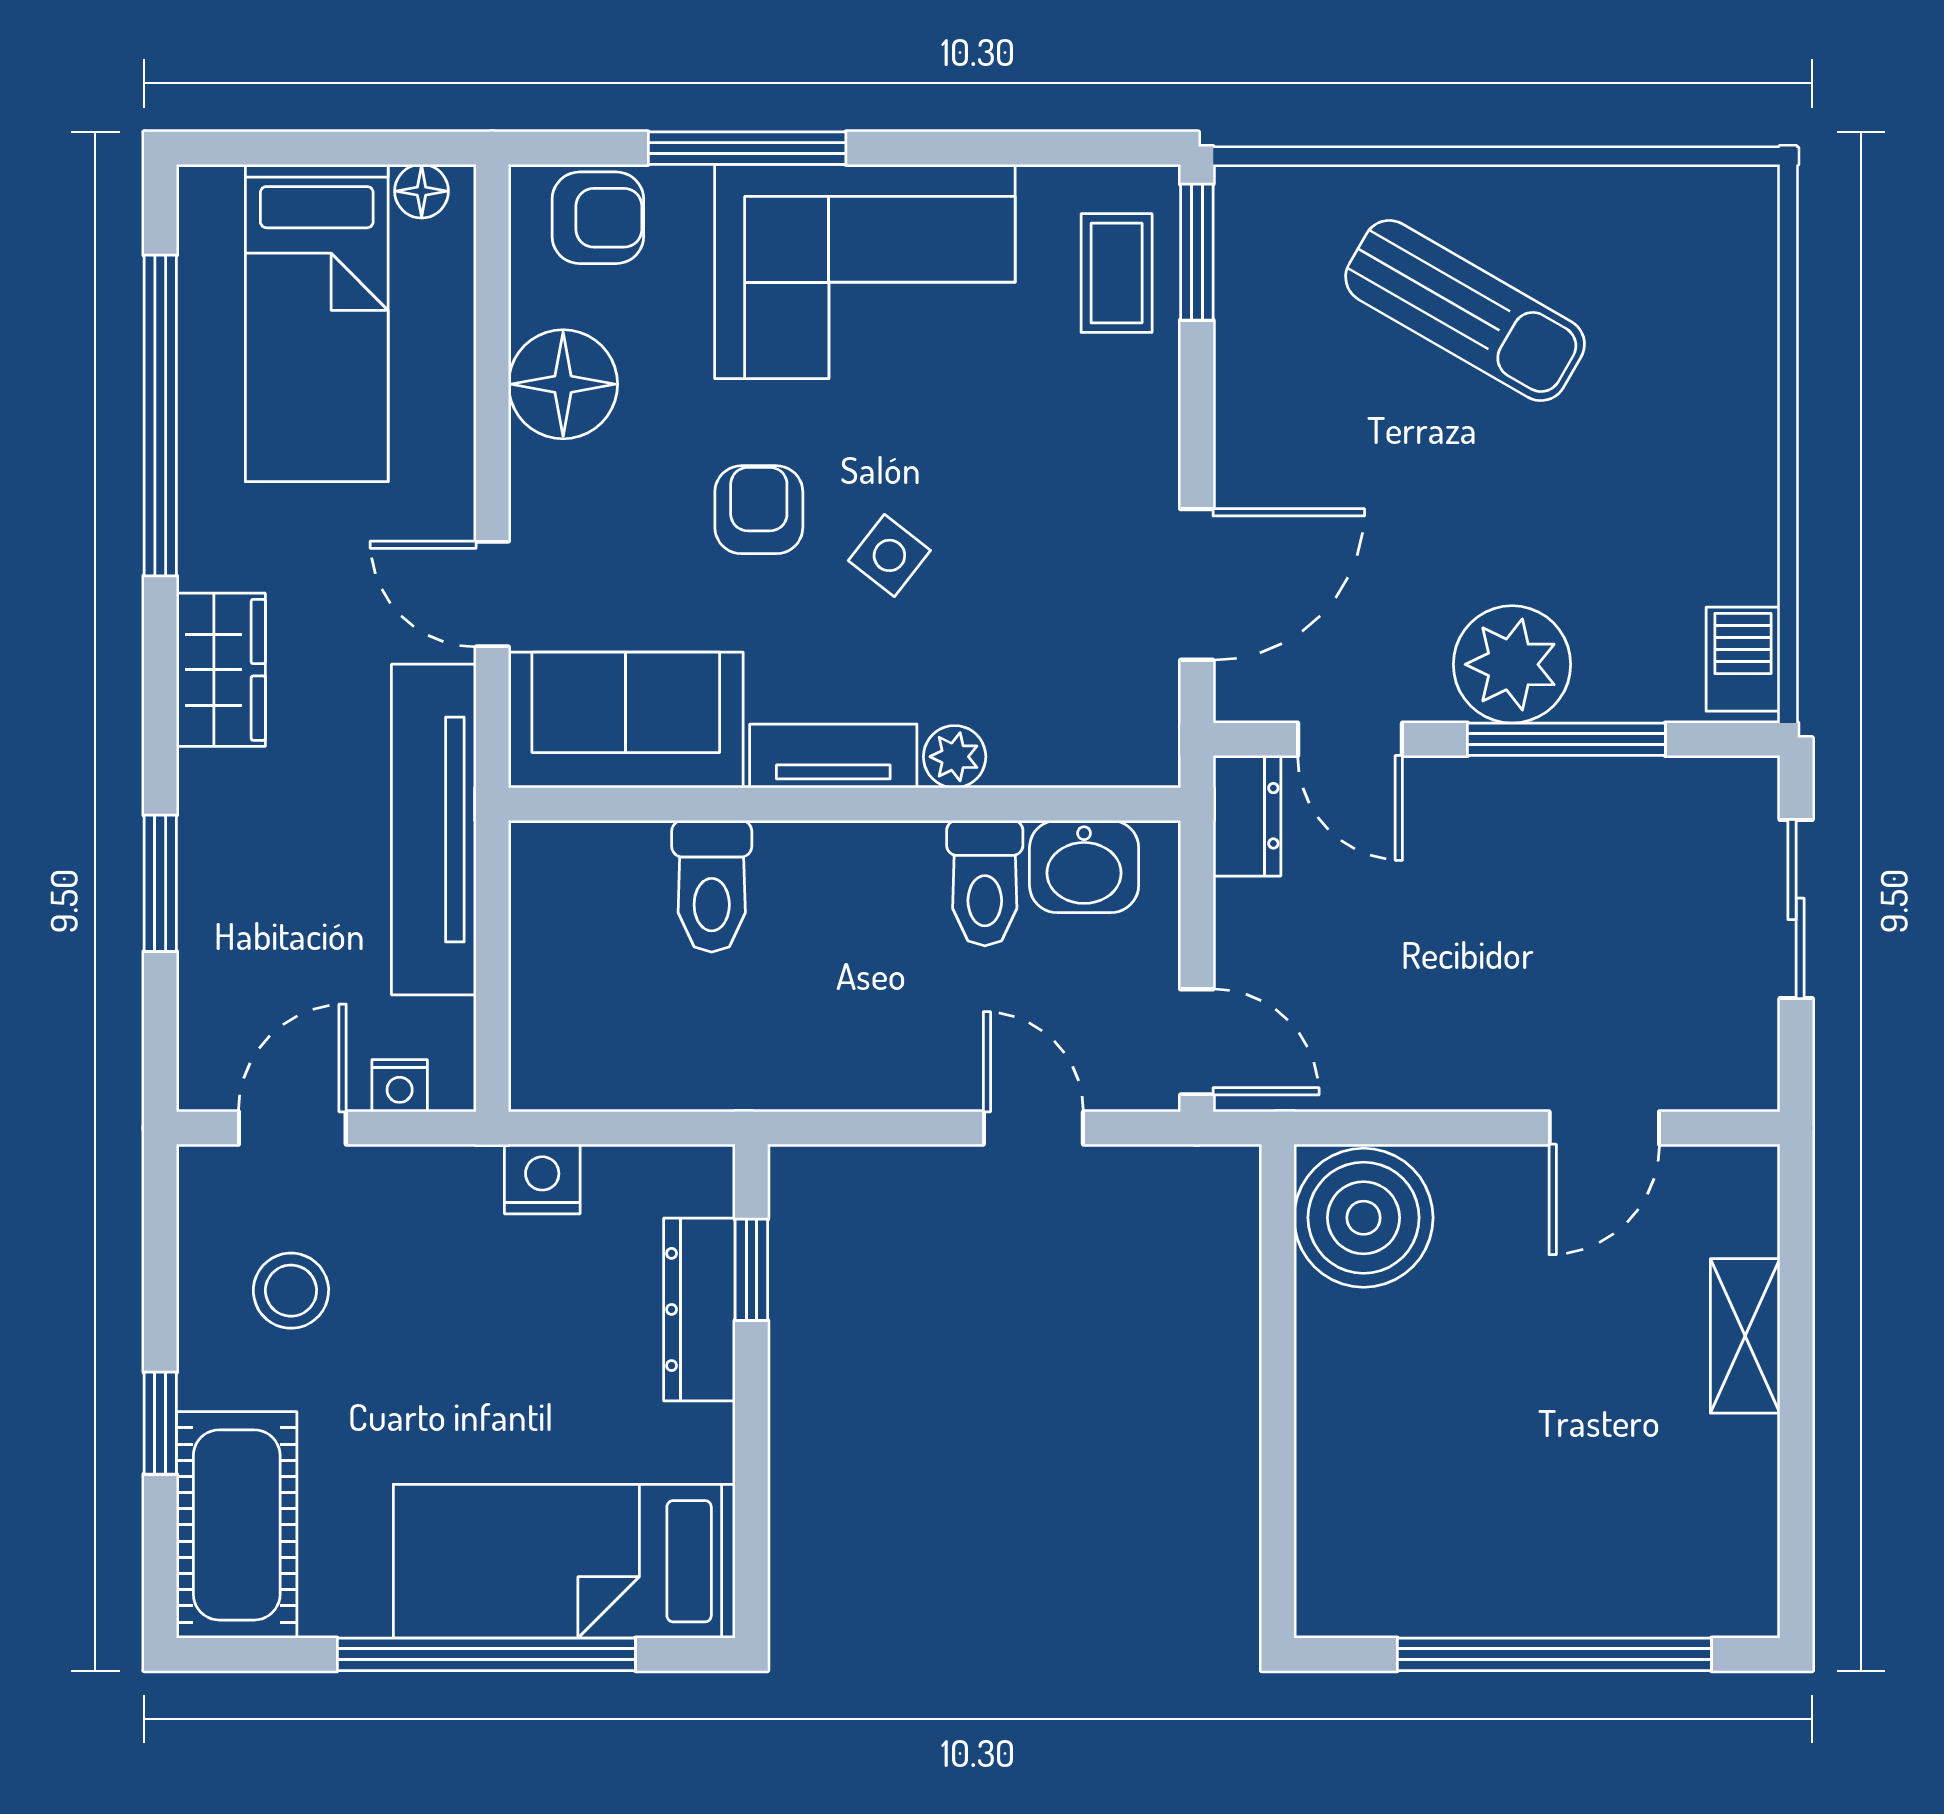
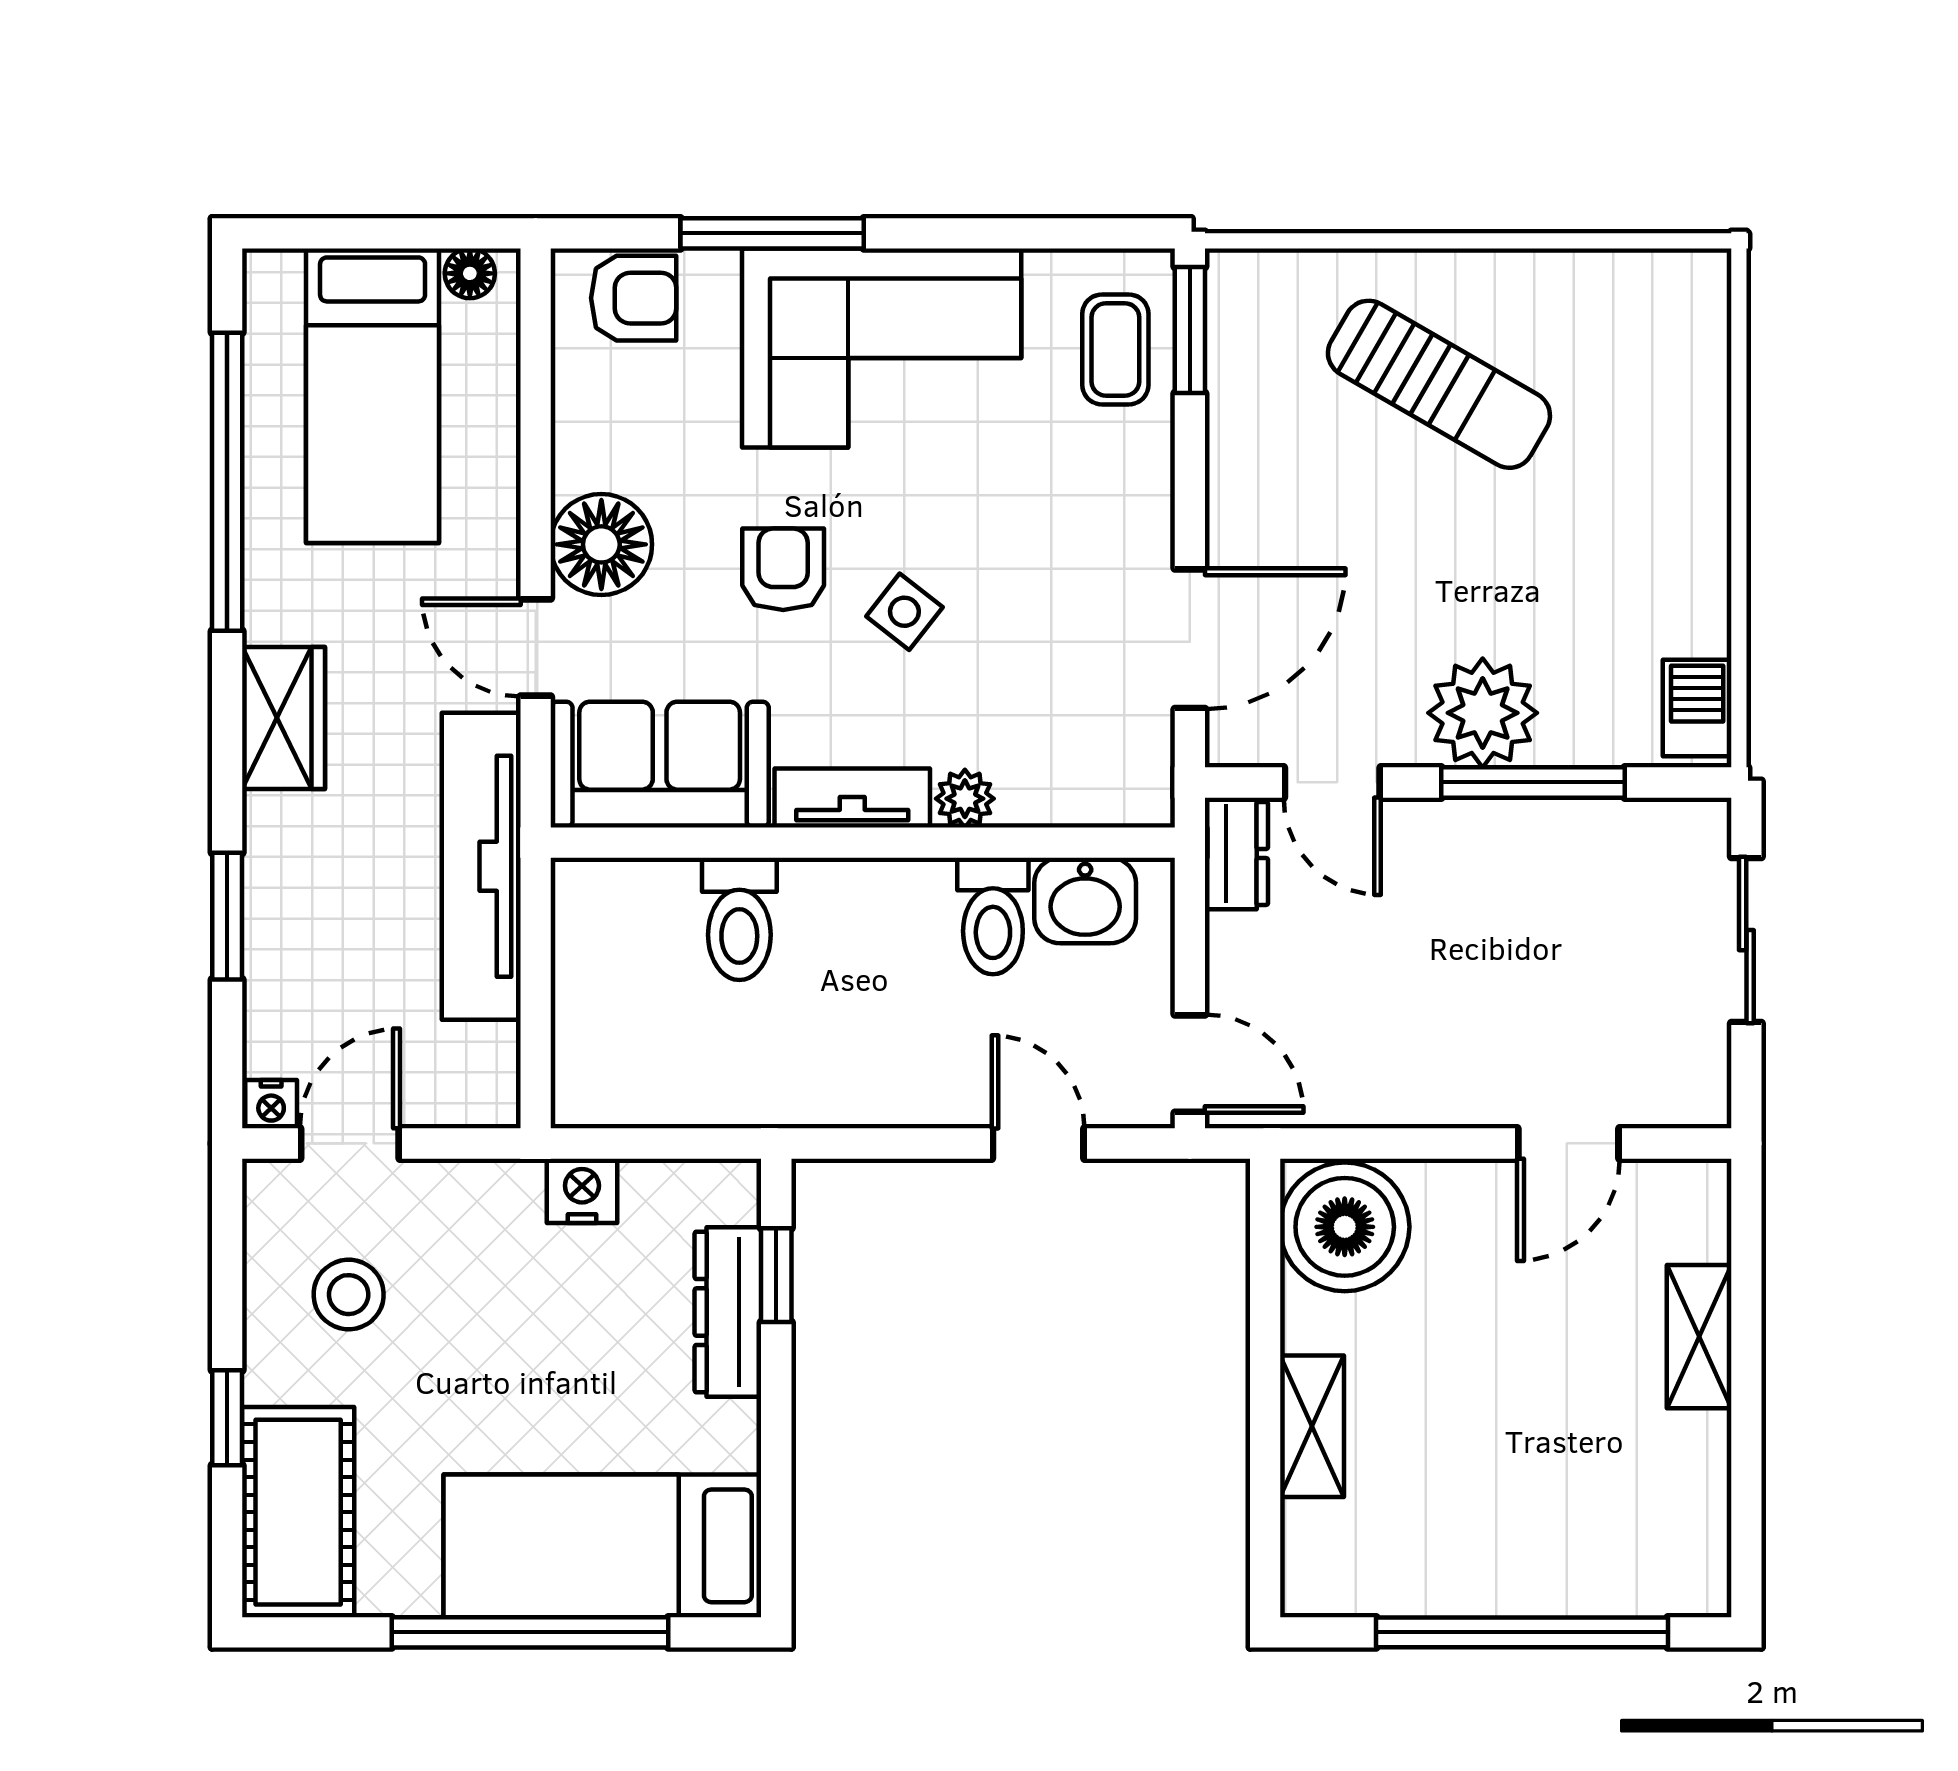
floor lamp: (563, 384) -> (601, 544), moved
nightstand: (400, 1086) -> (271, 1104), moved
shelving: (1328, 1432) -> (1312, 1426), added

